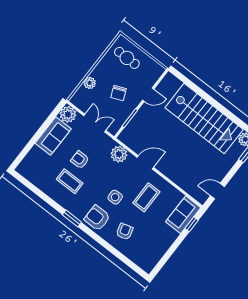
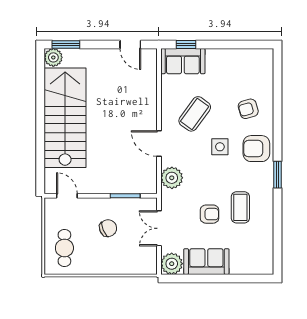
plant: (90, 83) -> (121, 267), removed
door: (148, 95) -> (67, 196), moved
armchair: (80, 160) -> (210, 214), turned -90
coffee table: (146, 197) -> (195, 114), turned -54
armchair: (97, 218) -> (256, 149), turned 90

